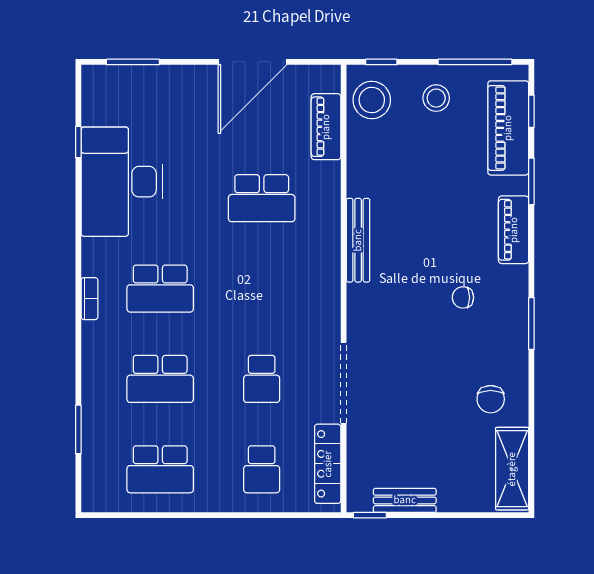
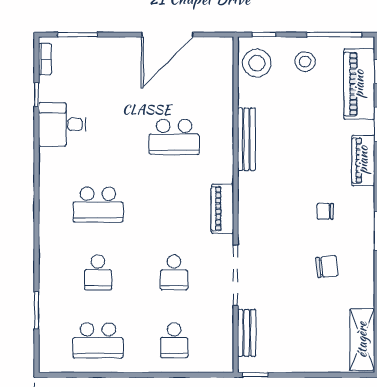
piano: (326, 127) -> (222, 209), moved
desk: (122, 182) -> (62, 124), width x0.53, depth x0.77
bench: (358, 240) -> (246, 139), moved
bookcase: (89, 299) -> (45, 59), moved
school desk: (160, 379) -> (98, 272), width x0.54
chair: (491, 399) -> (327, 267), moved, turned -96
locker: (328, 464) -> (224, 336), removed
bench: (405, 500) -> (247, 333), moved, turned 90

